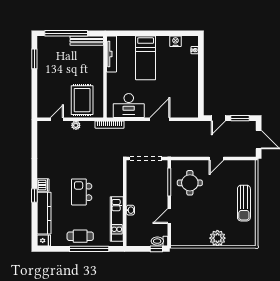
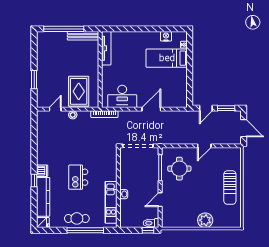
bed: (146, 58) -> (167, 58), moved, turned 90
window: (34, 59) -> (34, 80), moved

